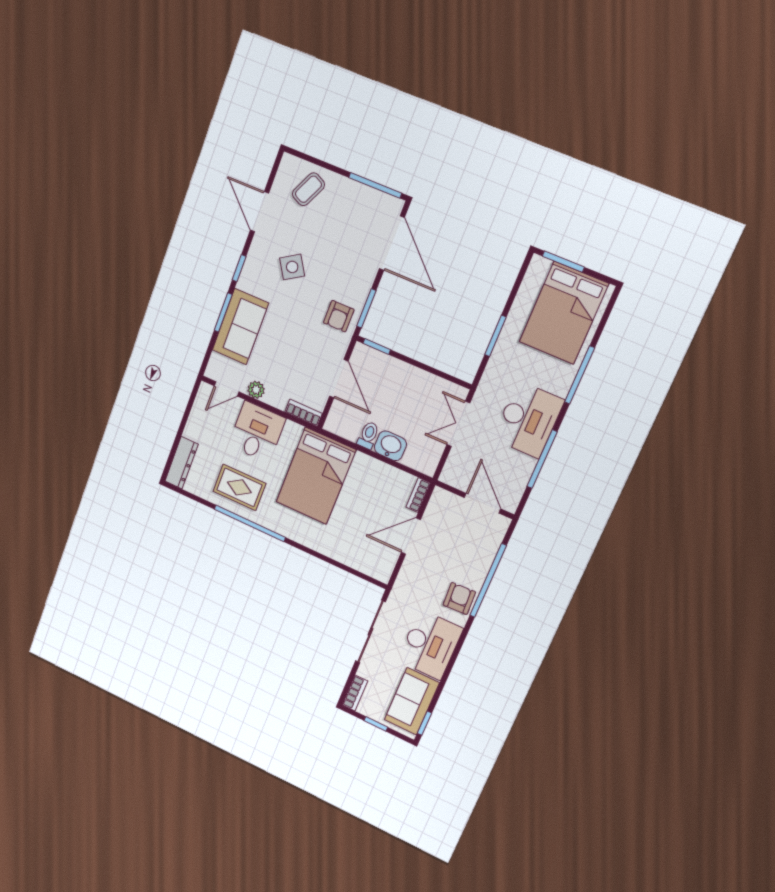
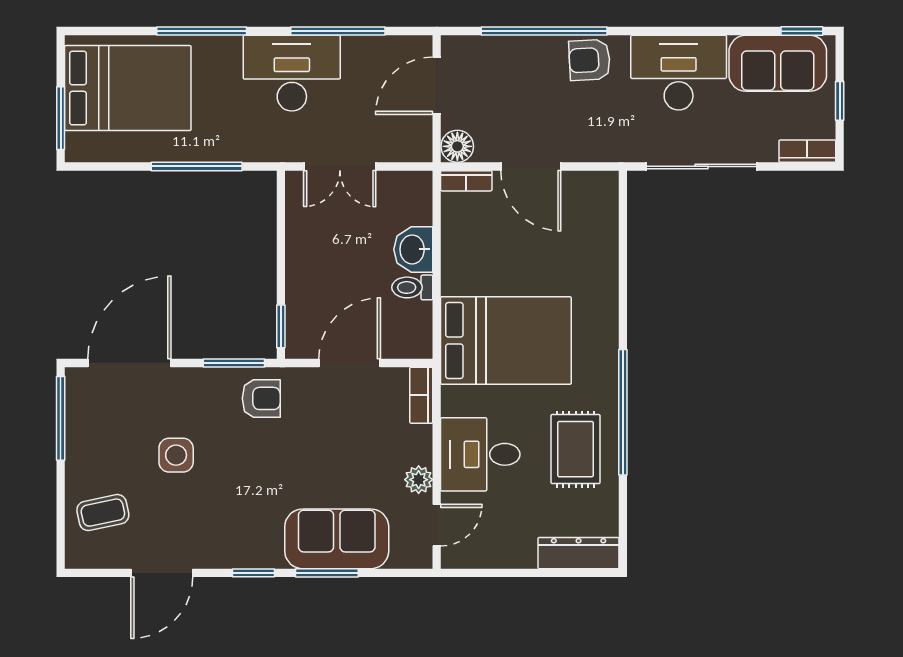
coffee table: (308, 189) -> (103, 513), turned -38
side table: (292, 267) -> (176, 455), moved, turned 32
window: (495, 336) -> (197, 166), width x1.44
door: (227, 389) -> (437, 525), hinge flipped
floor lamp: (441, 499) -> (457, 146), added

